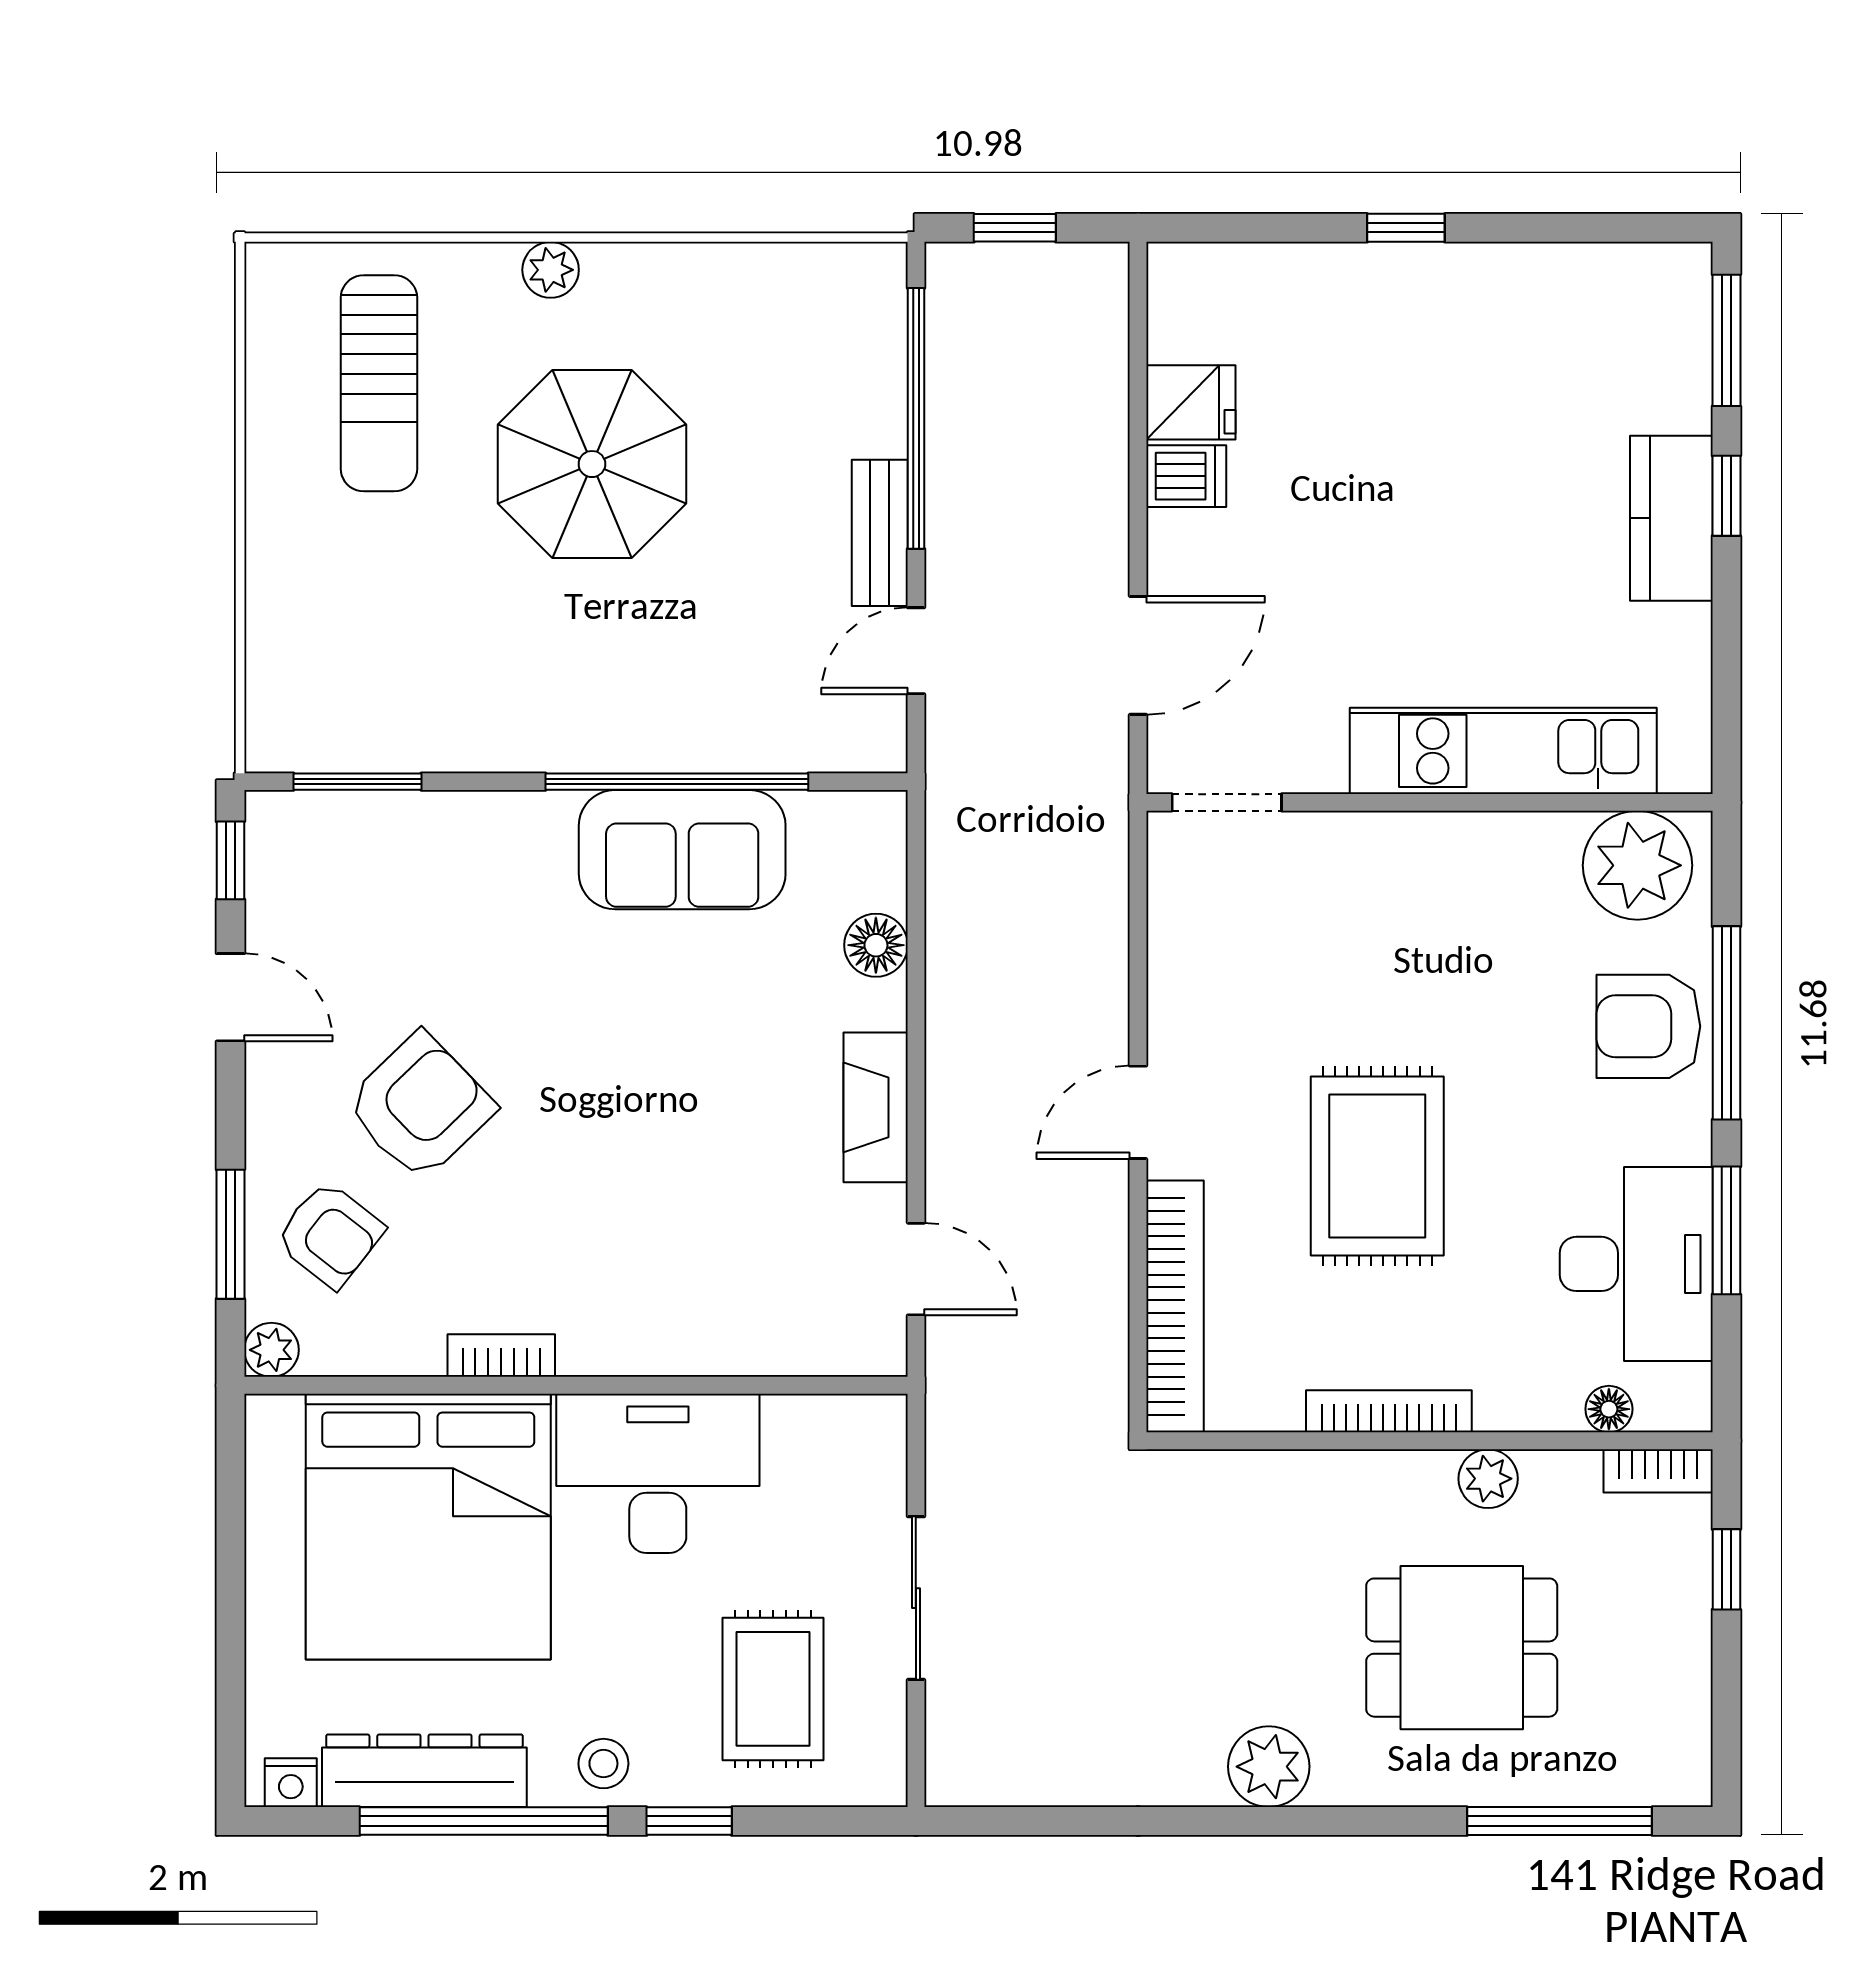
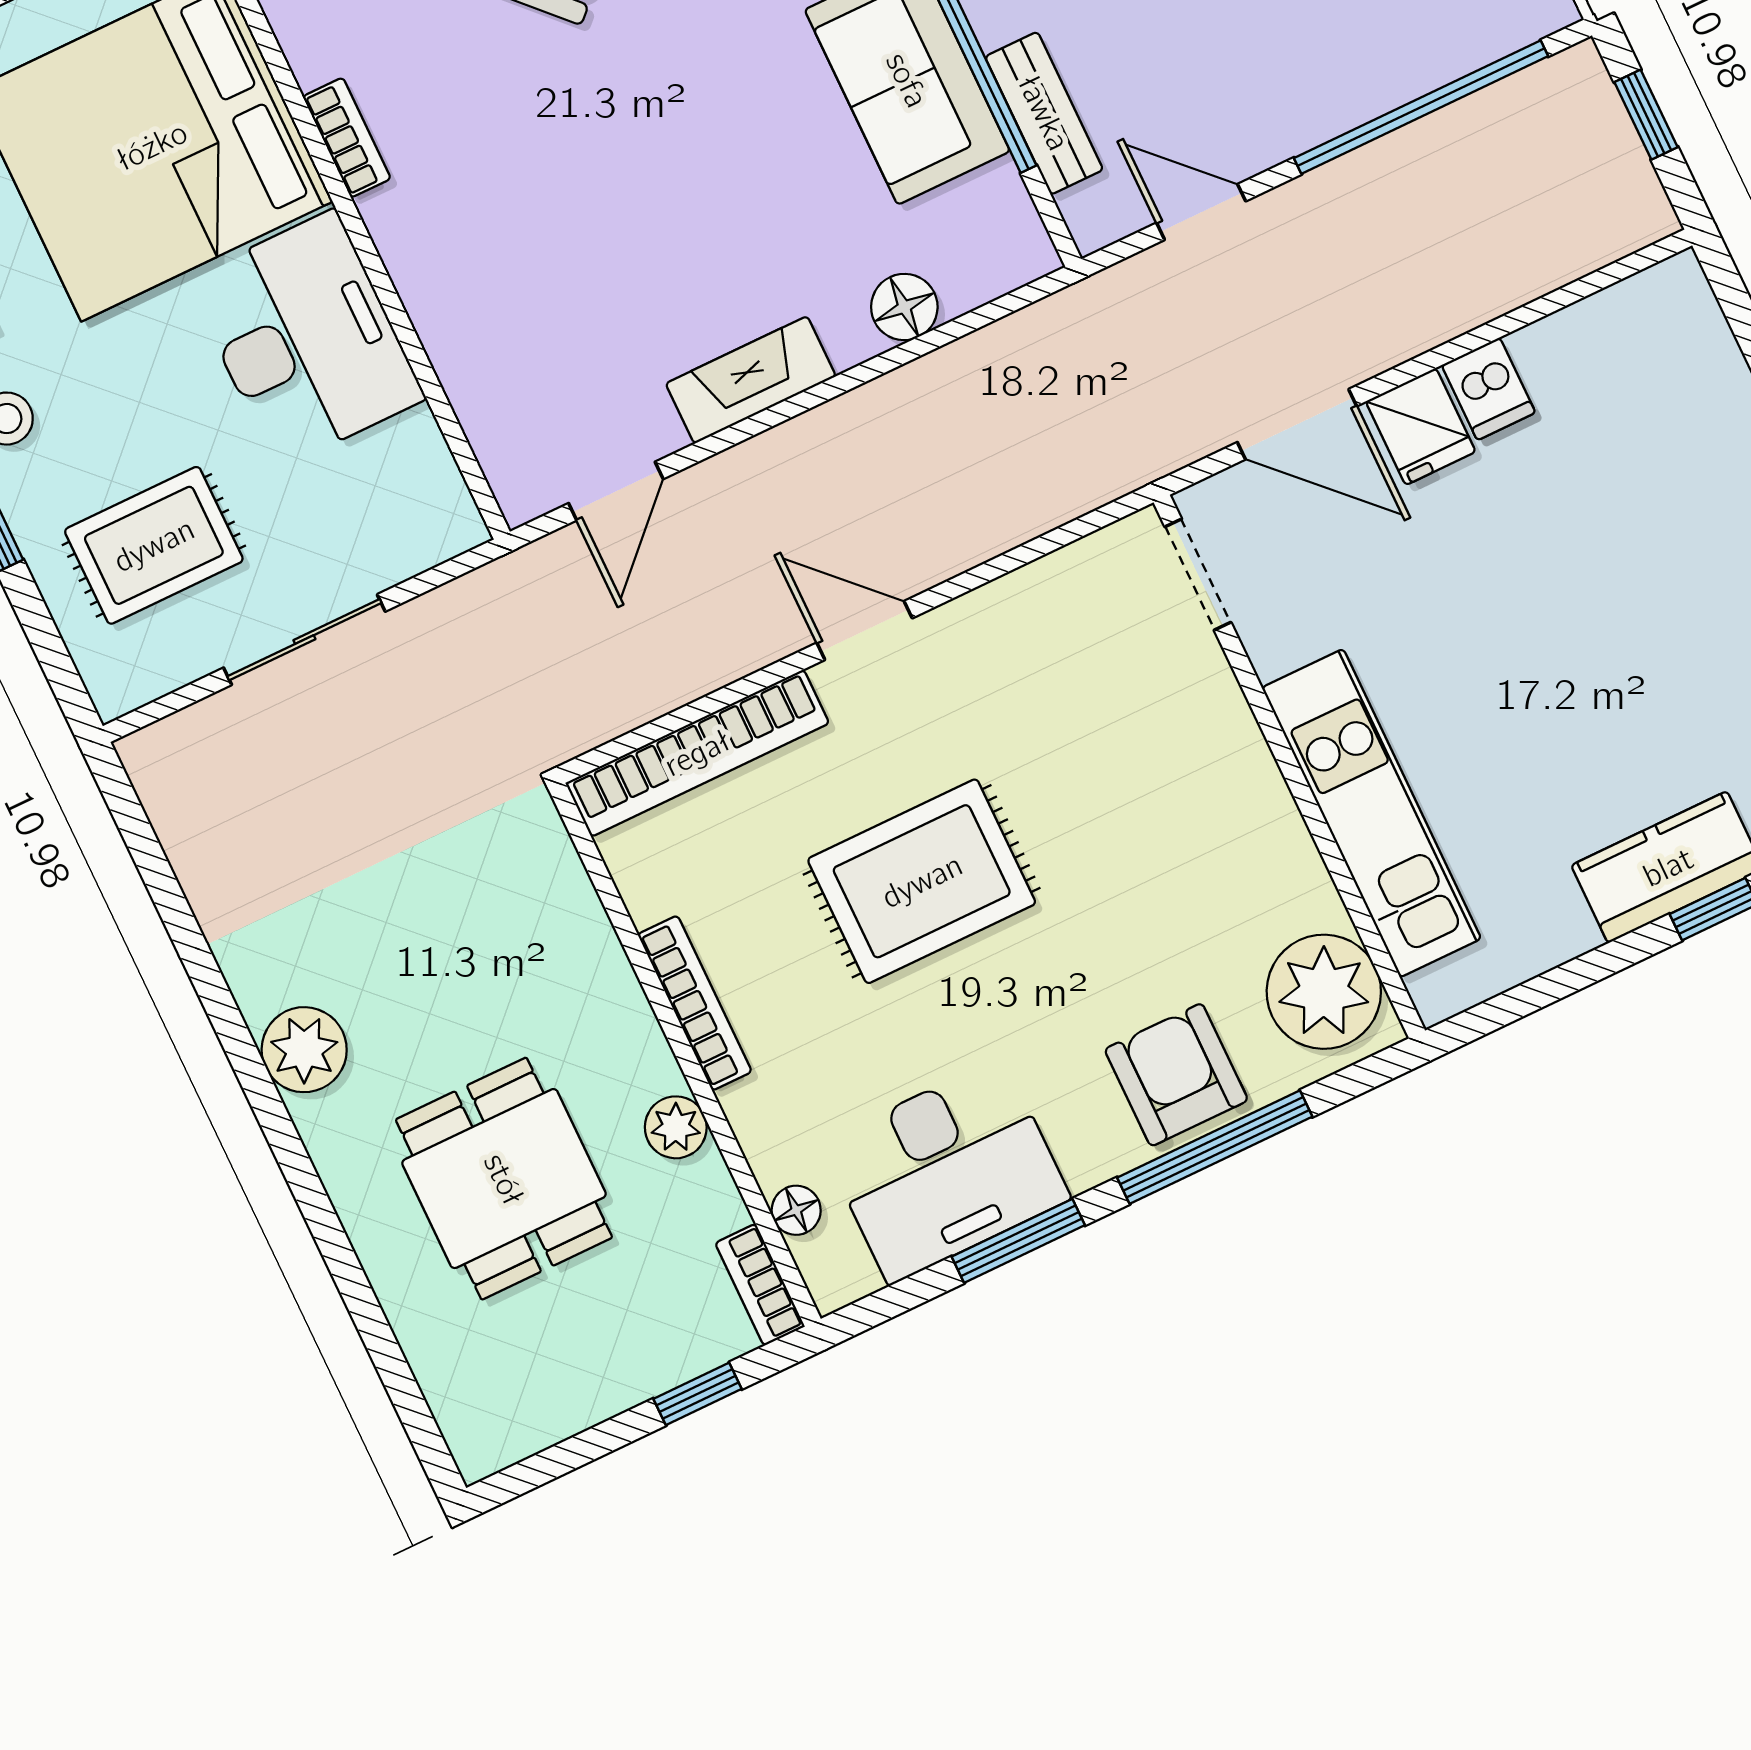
fridge: (1191, 402) -> (1421, 427), moved
bench: (880, 533) -> (1044, 113), moved, turned 90
window: (1560, 1821) -> (384, 1349), removed

